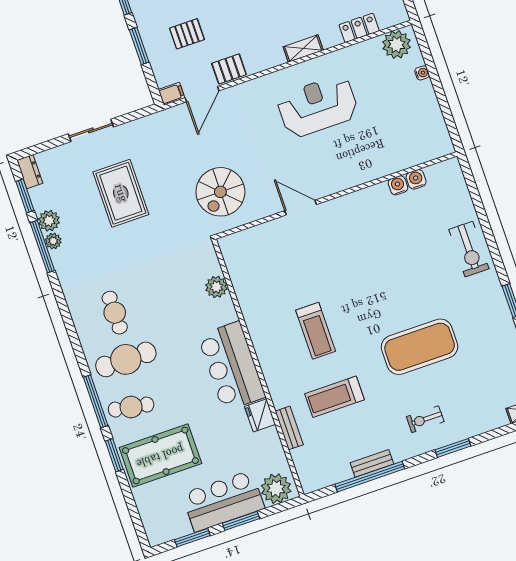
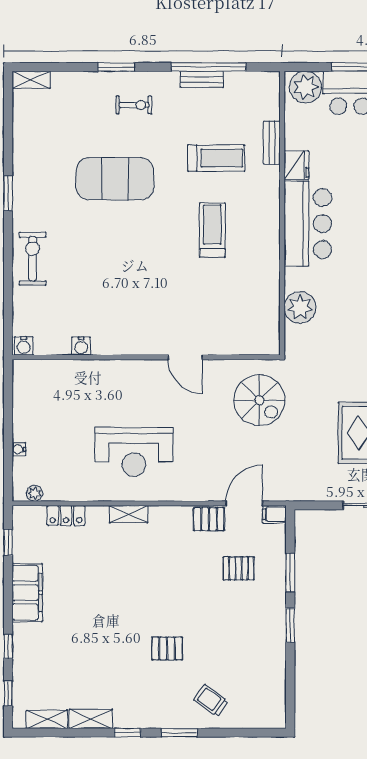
plant: (396, 45) -> (35, 493), width x0.53, depth x0.53
water cooler: (416, 179) -> (24, 346), moved
spiral stairs: (220, 192) -> (259, 400), turned 90
plant: (216, 287) -> (300, 307), width x1.36, depth x1.36

